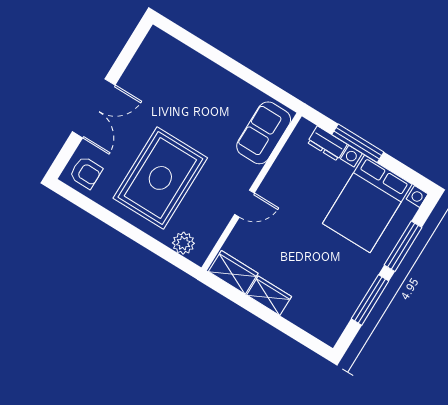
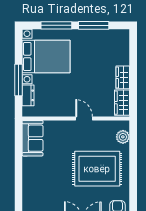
sofa: (264, 133) -> (33, 138), moved, turned -90

